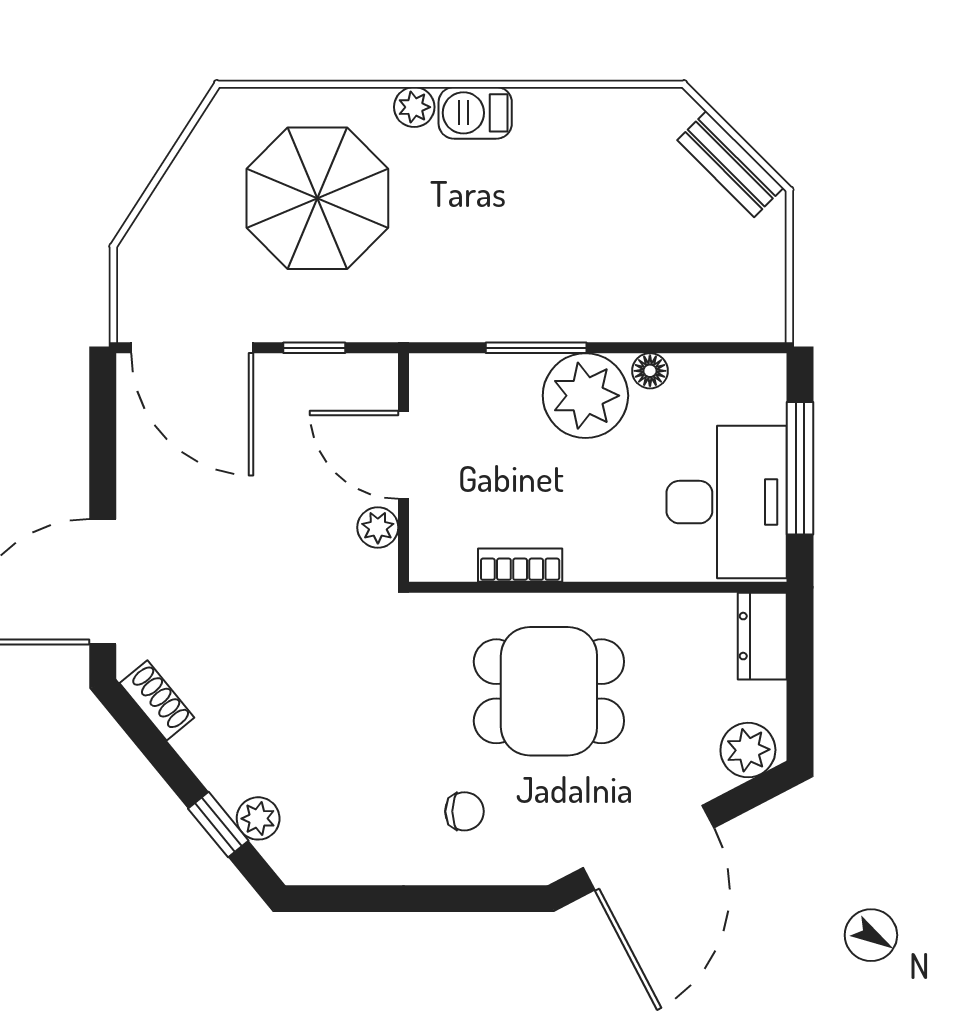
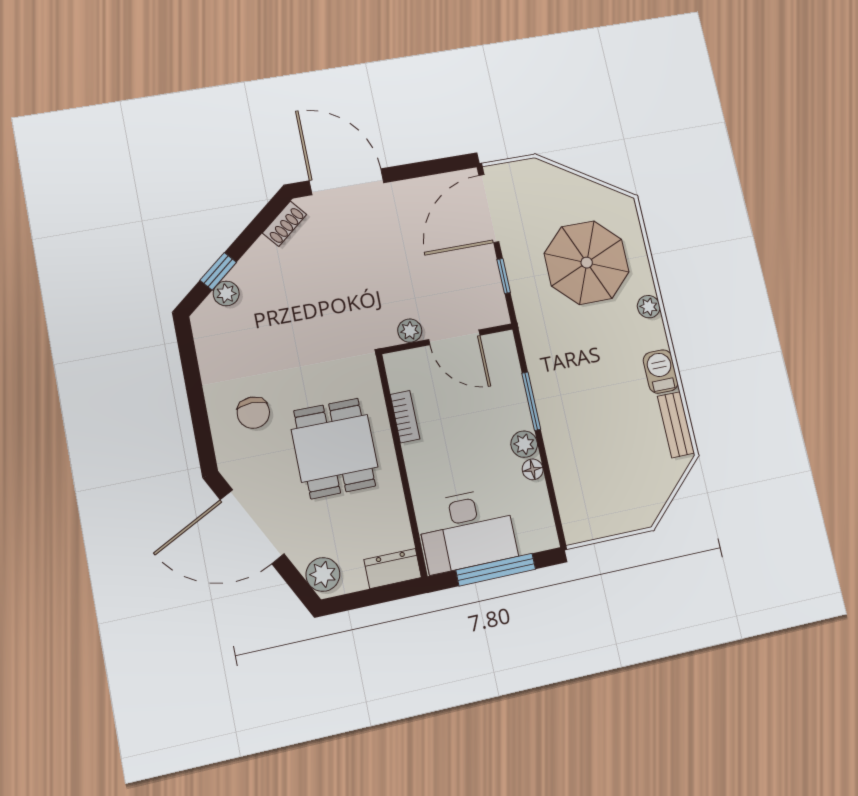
barbecue: (475, 113) -> (661, 372), moved
bench: (730, 164) -> (676, 425), moved, turned -45
plant: (585, 396) -> (524, 444), width x0.53, depth x0.53
door: (403, 455) -> (454, 337), swing flipped
chair: (464, 811) -> (253, 413), width x1.37, depth x1.37

